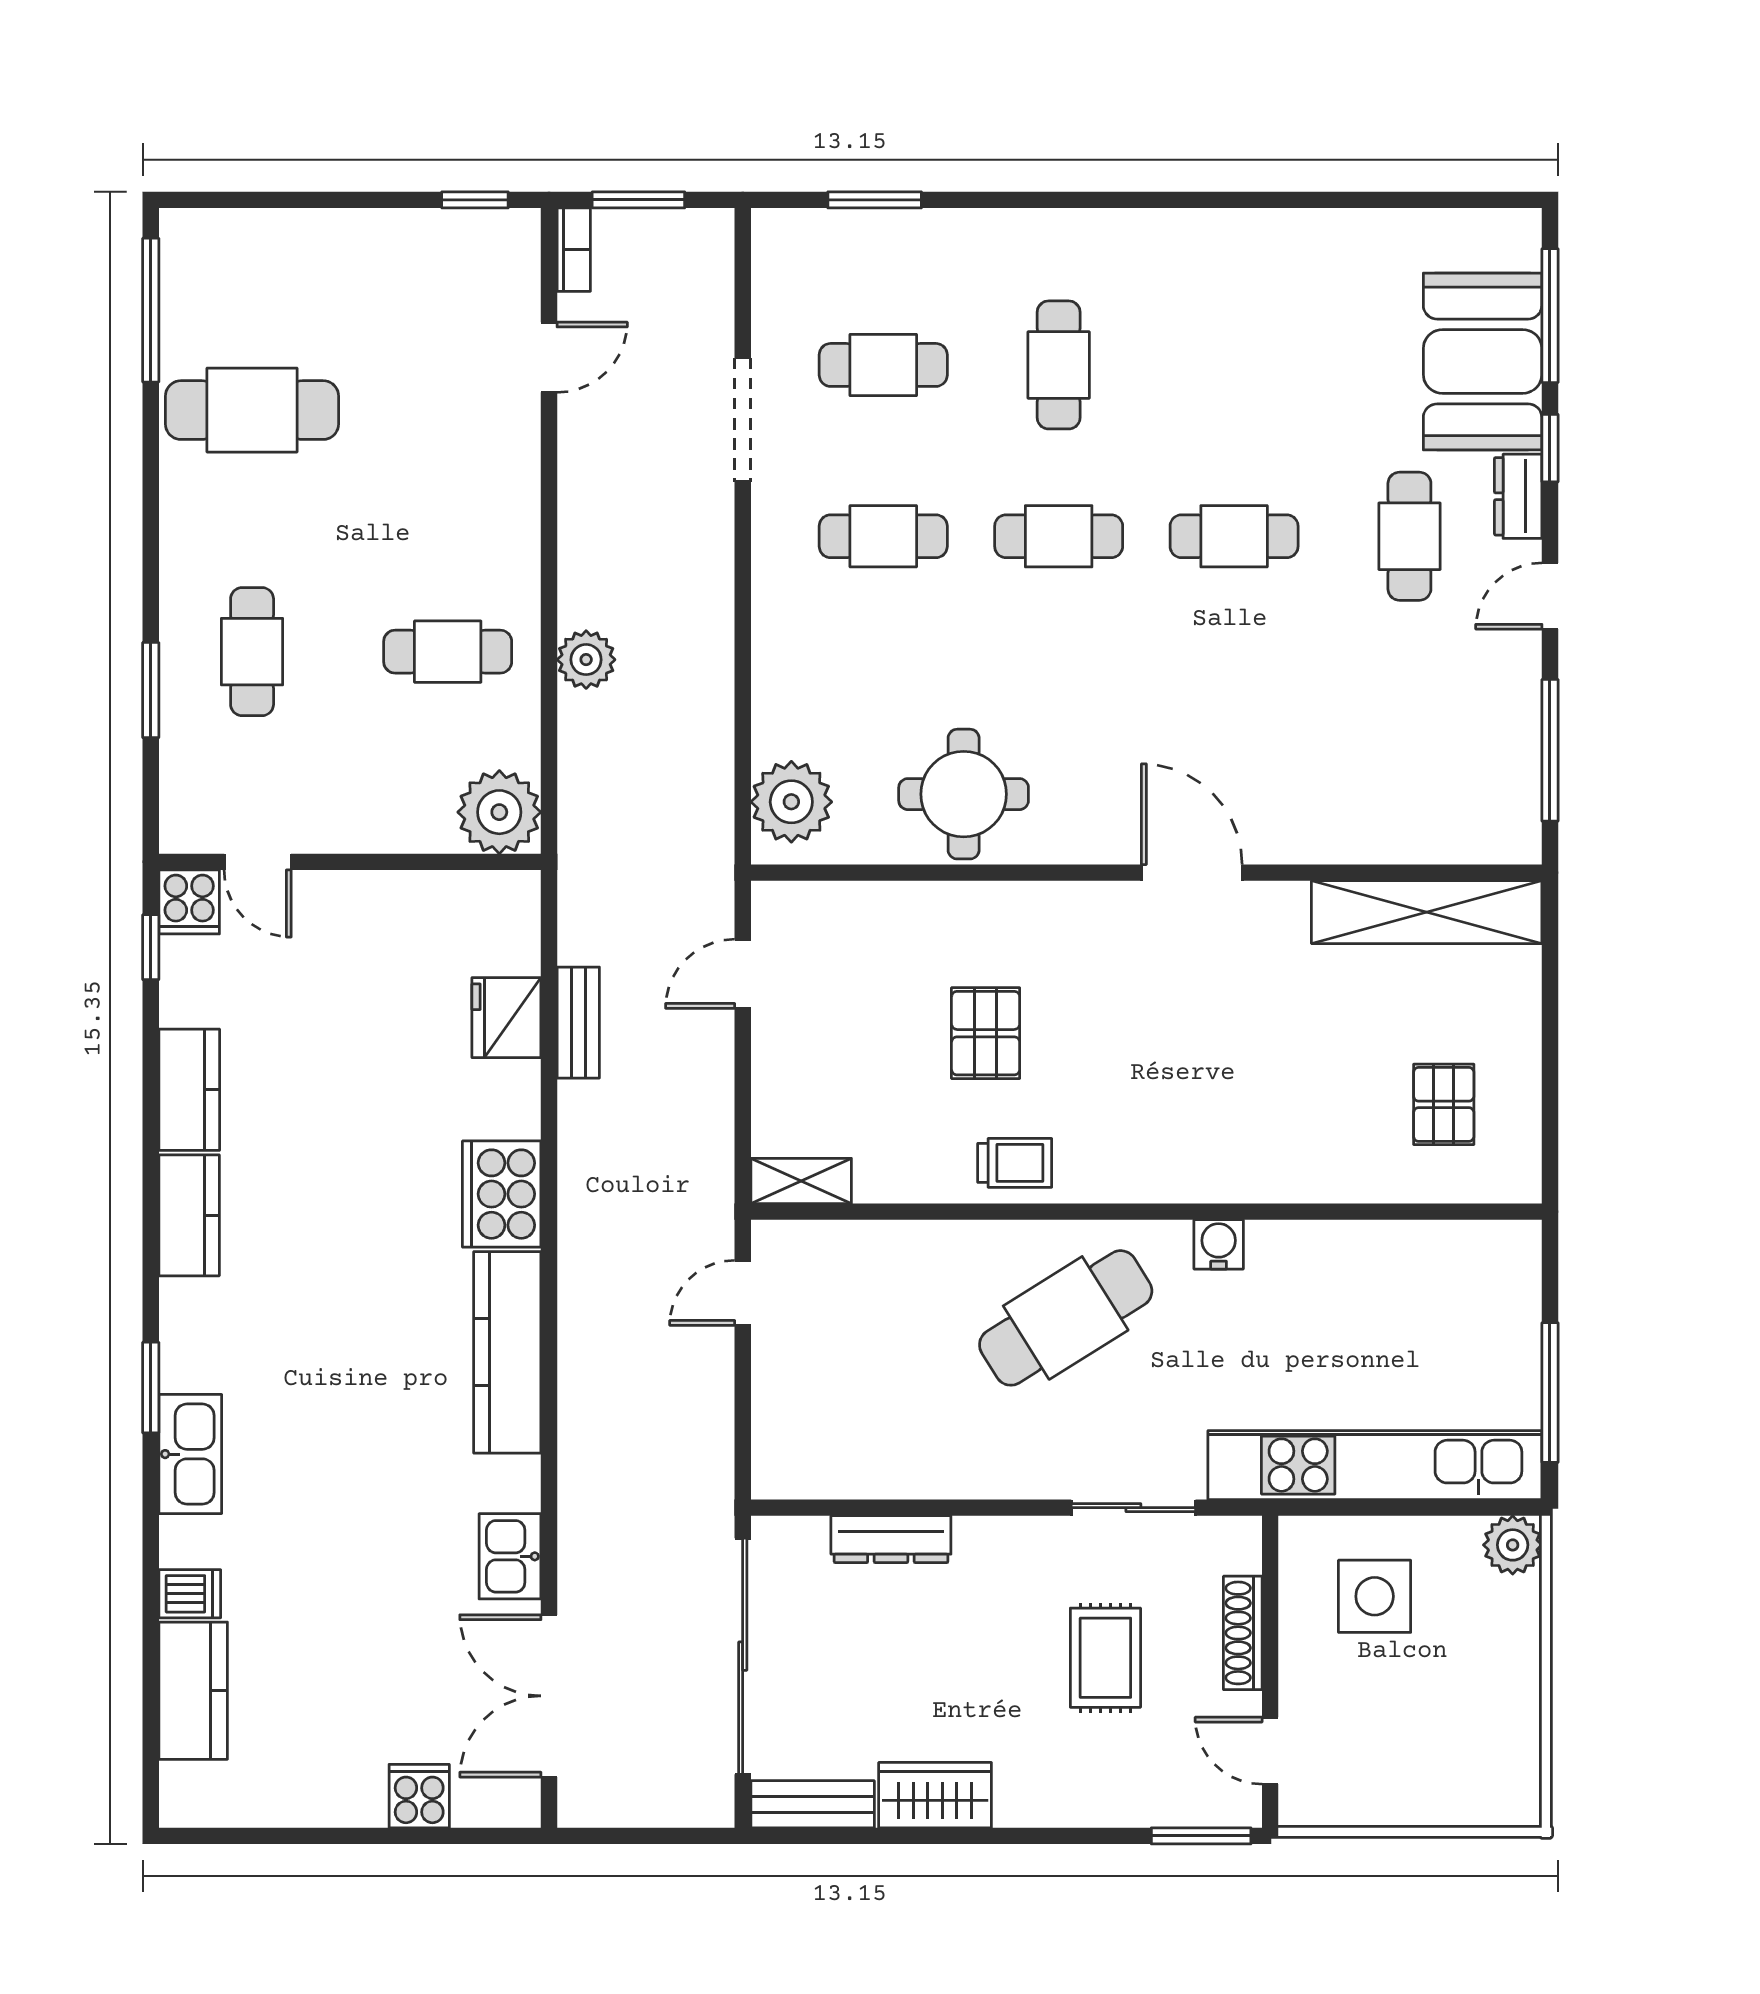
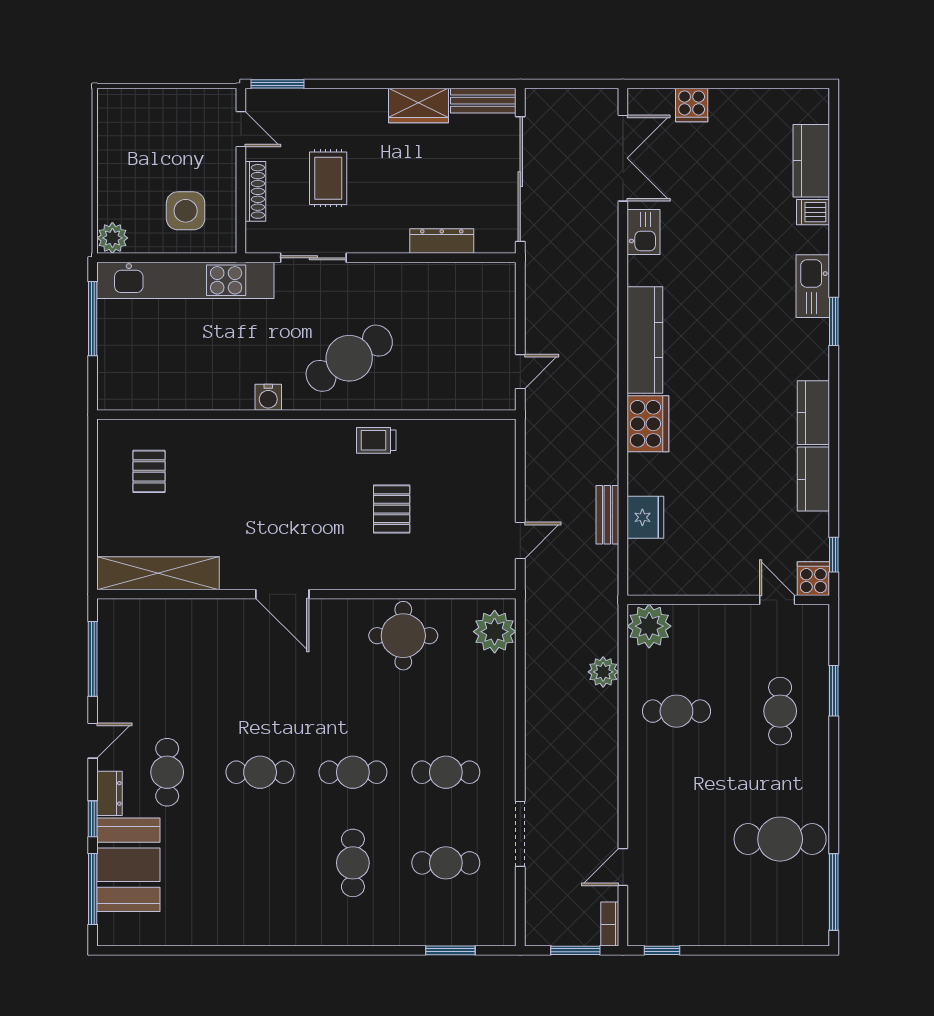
plant: (586, 660) -> (603, 672), moved
shelving: (801, 1181) -> (489, 431), removed

